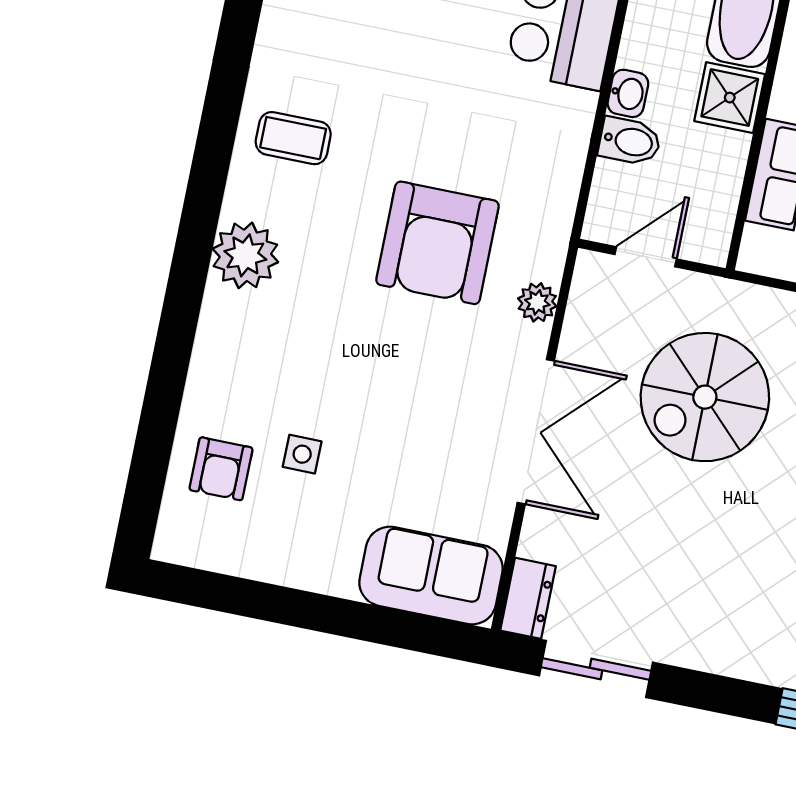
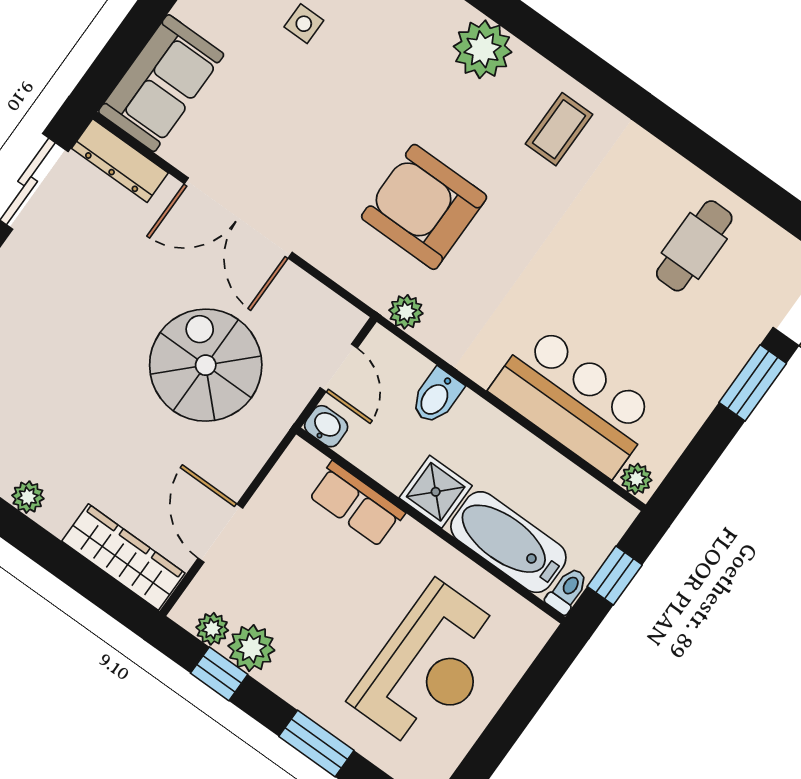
washbasin: (628, 93) -> (326, 426), moved, turned 180
plant: (537, 302) -> (406, 312), moved
dresser: (528, 598) -> (120, 161), width x1.44

